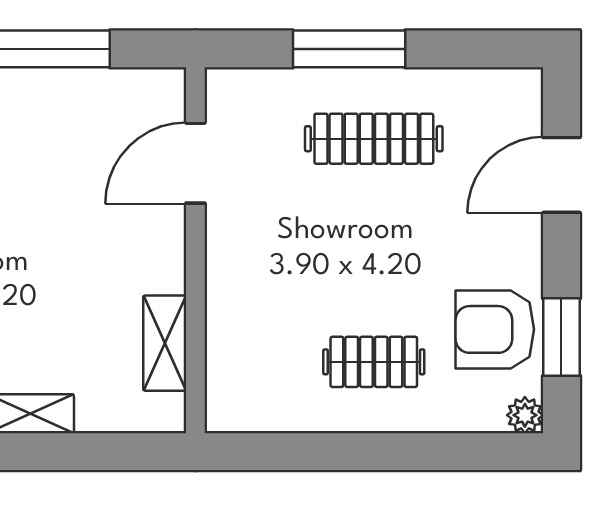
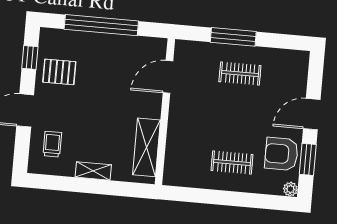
clothes rail: (374, 139) -> (240, 74), width x0.73
door: (561, 175) -> (312, 114), moved
shelving: (165, 343) -> (146, 147), width x1.50, depth x1.33

